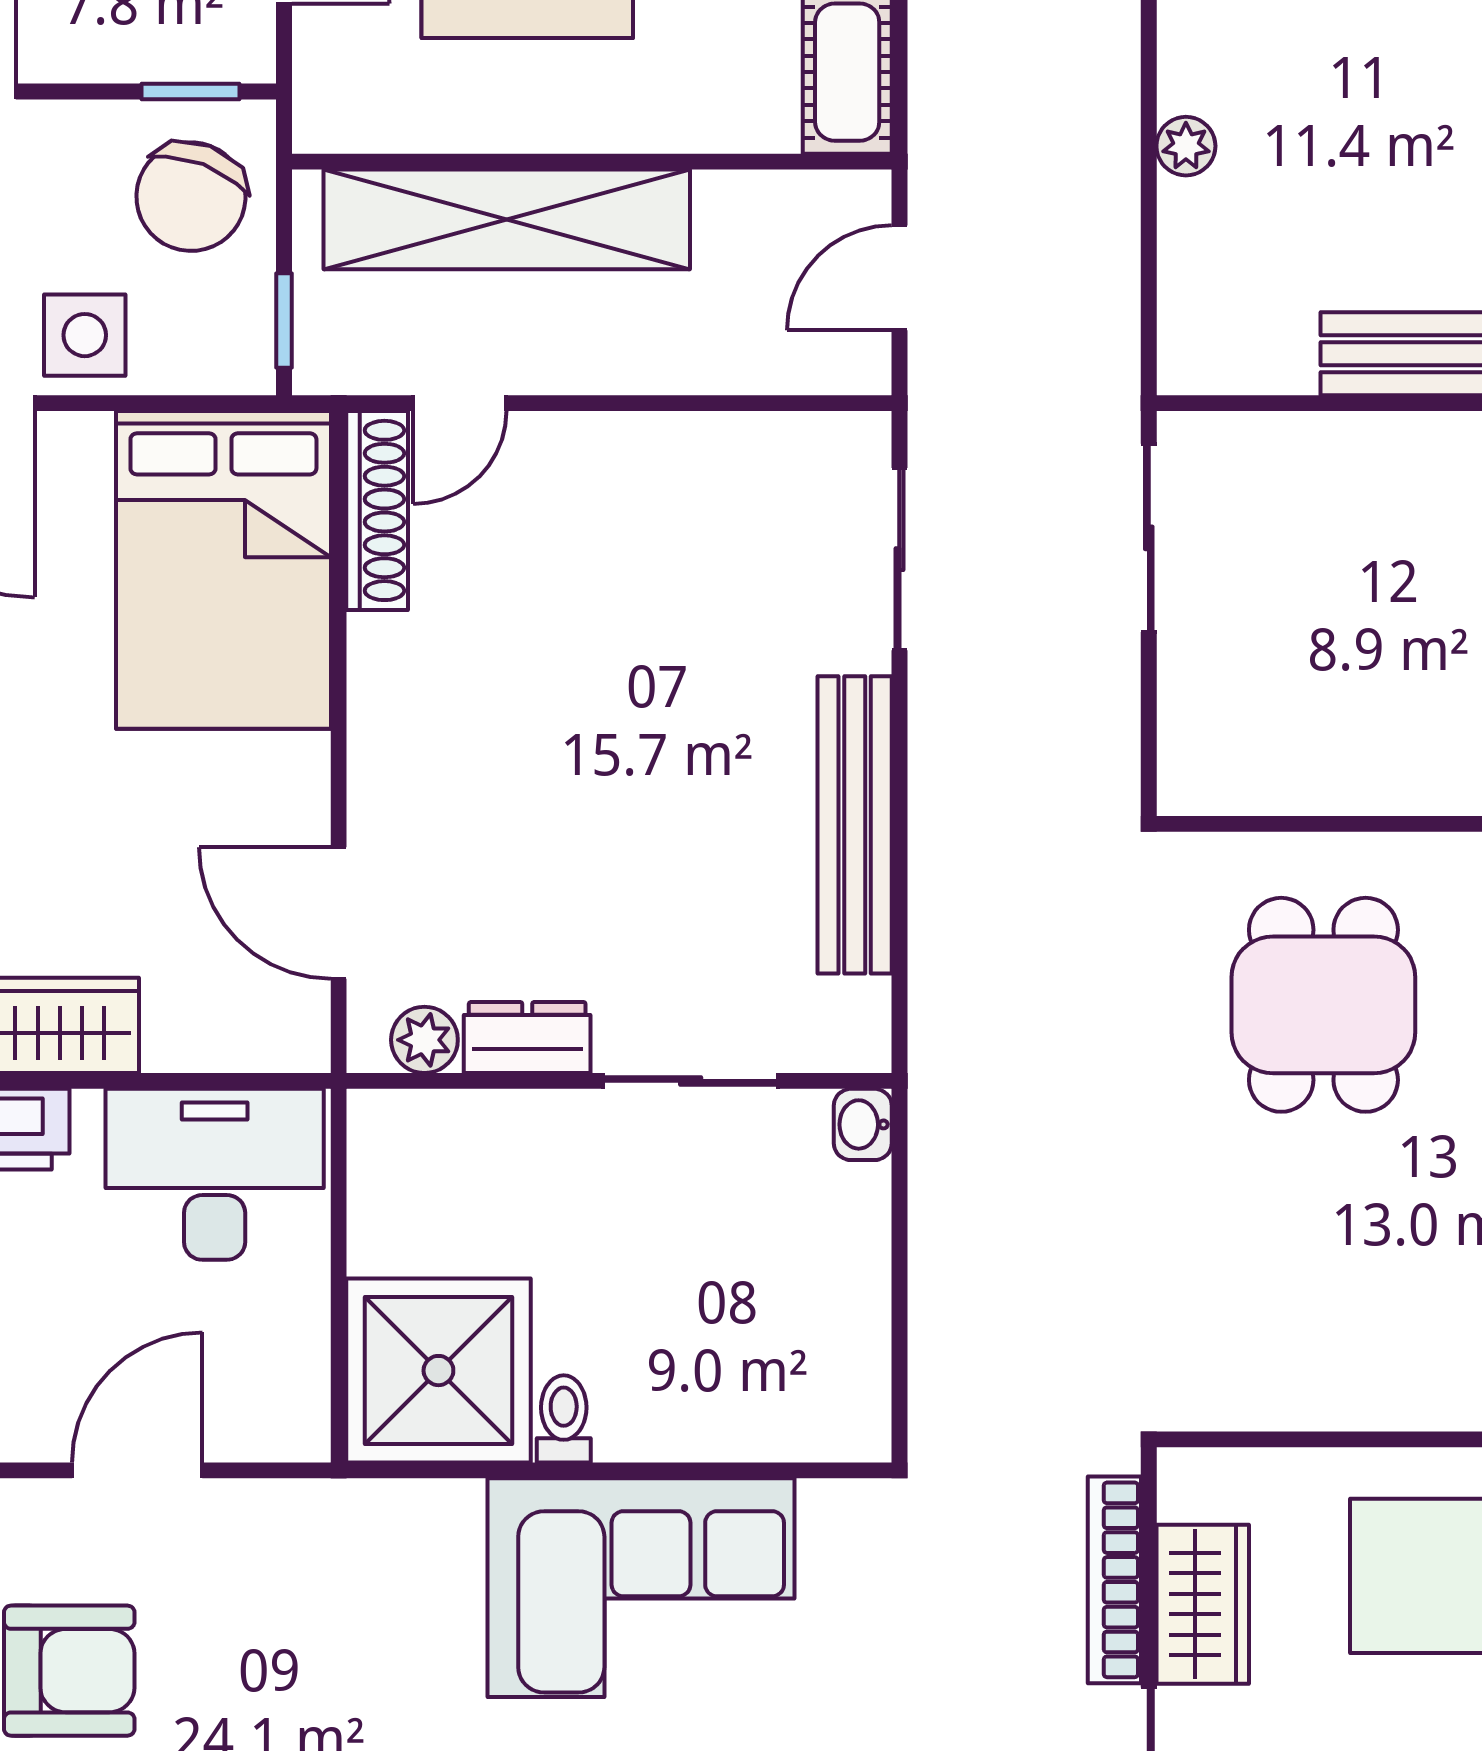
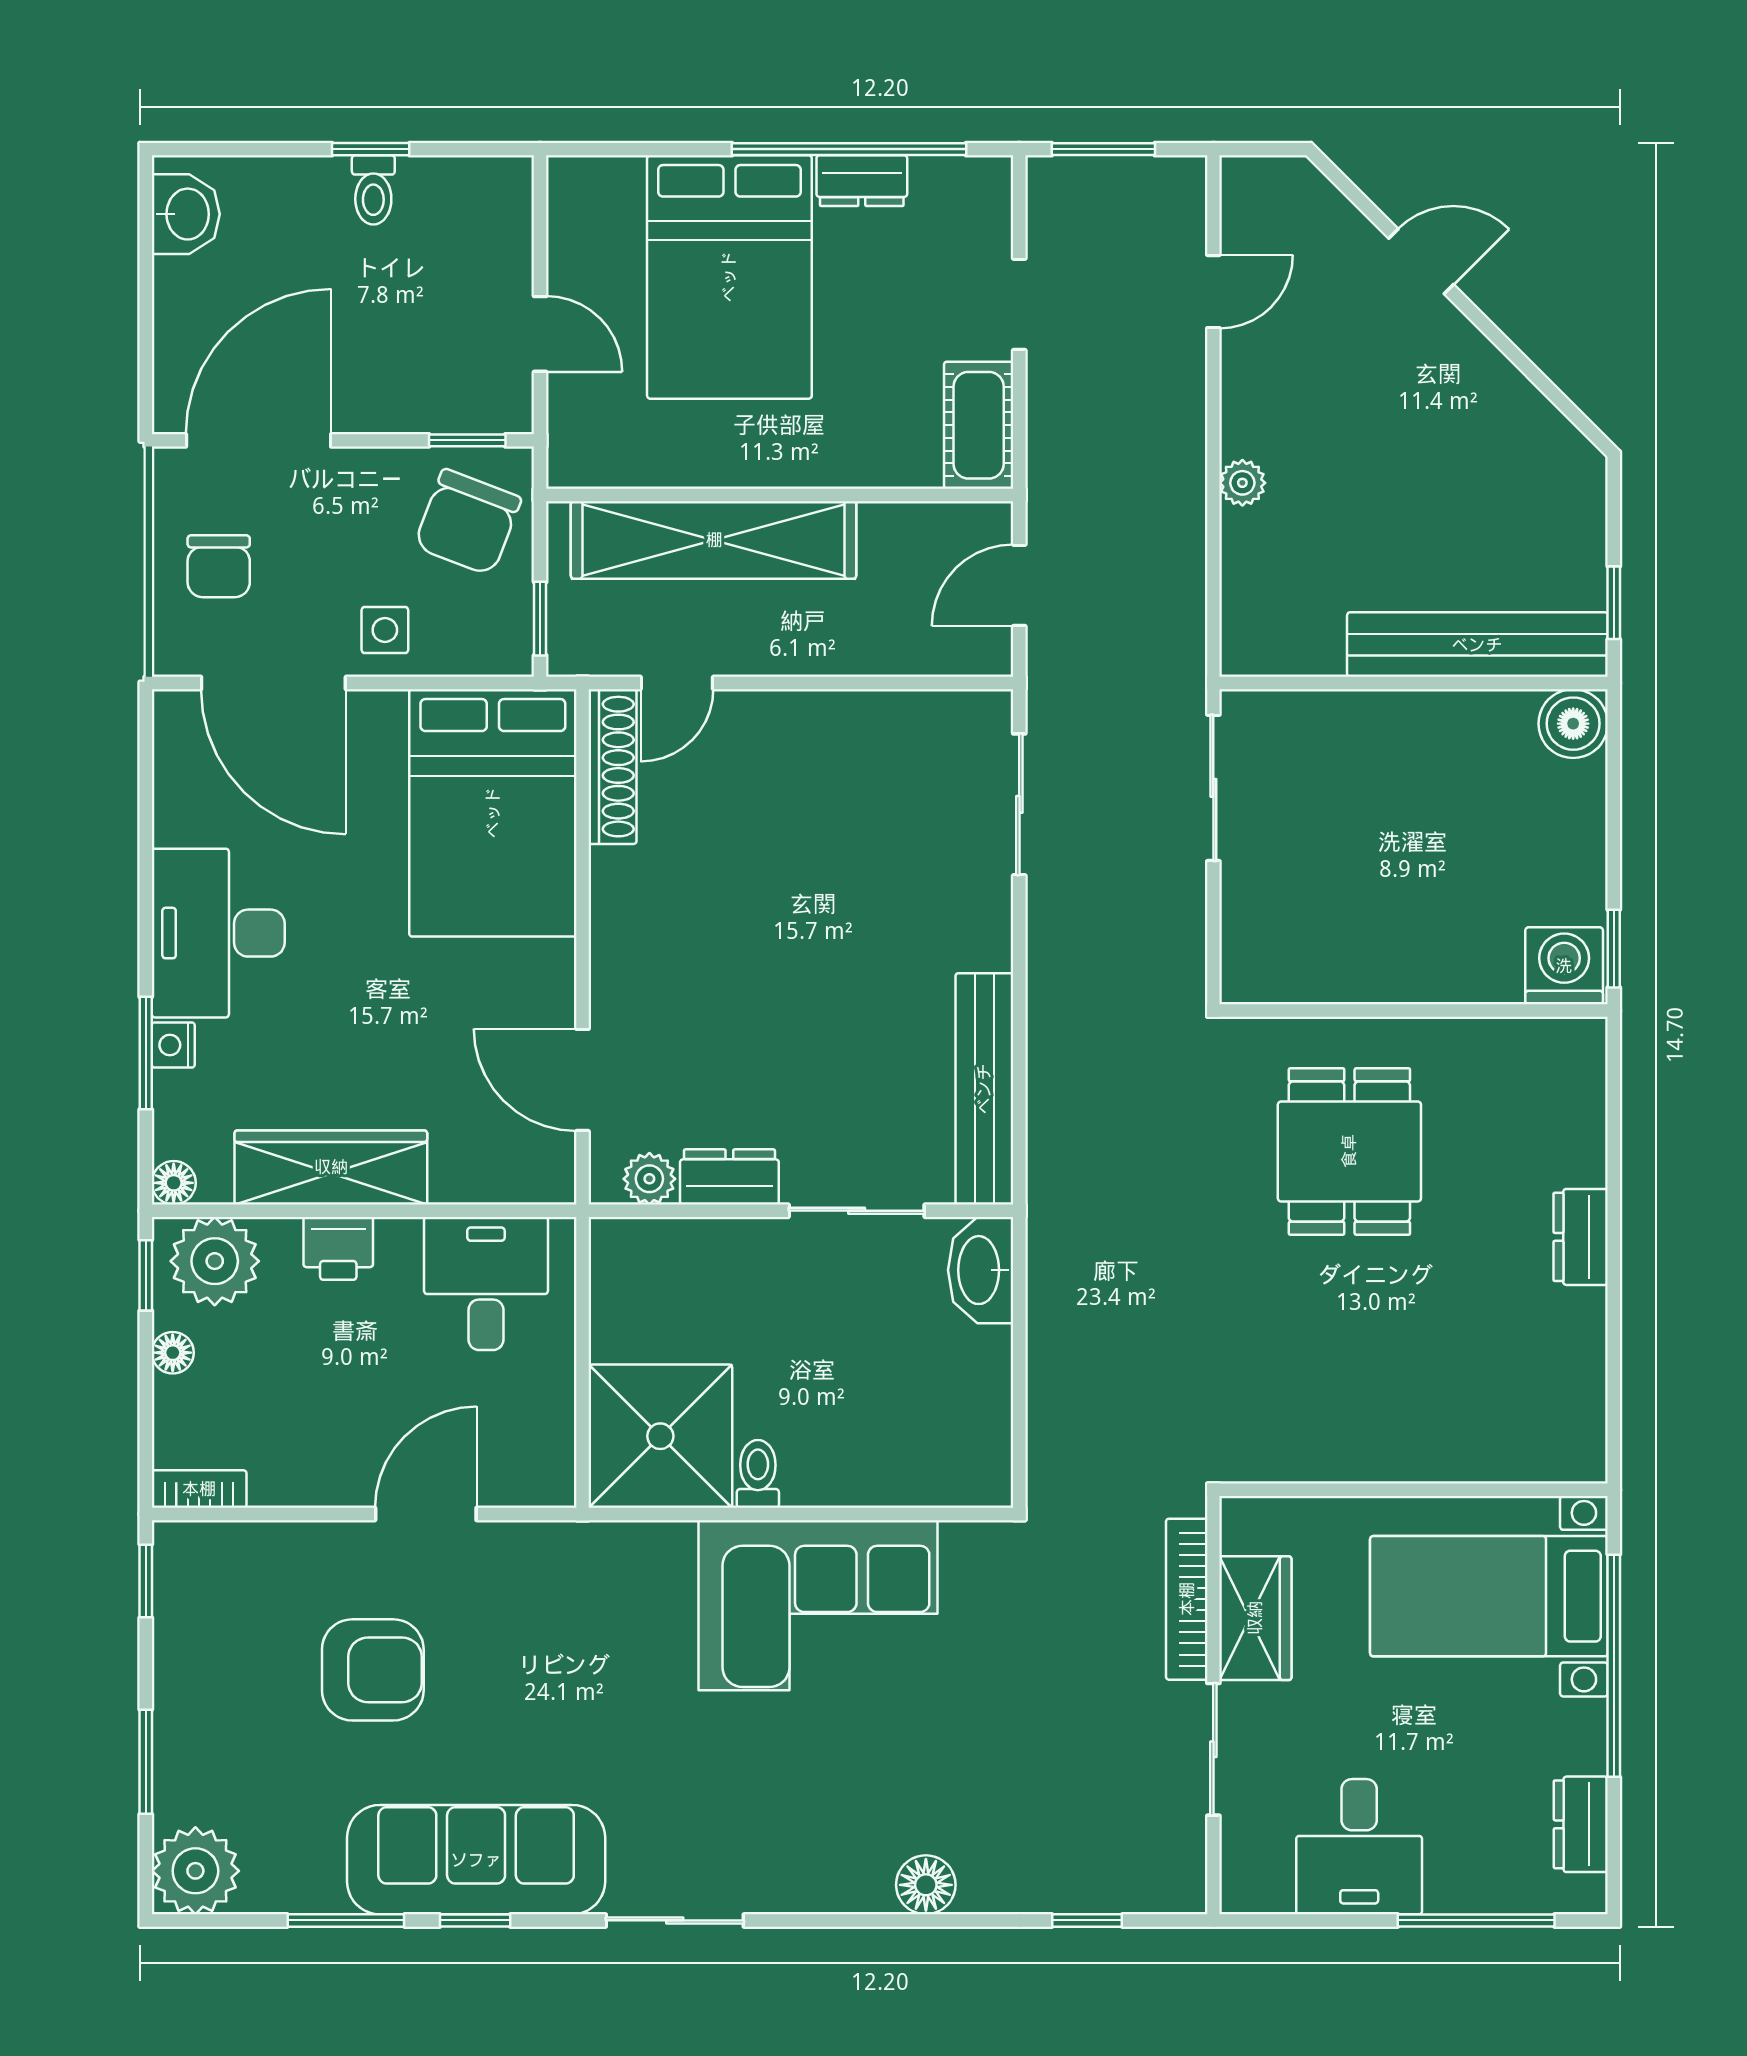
side table: (85, 335) -> (385, 630), width x0.73, depth x0.73
bench: (855, 825) -> (984, 1089), moved
washbasin: (863, 1124) -> (981, 1270), width x1.91, depth x1.45
desk: (215, 1174) -> (486, 1283), width x0.73

